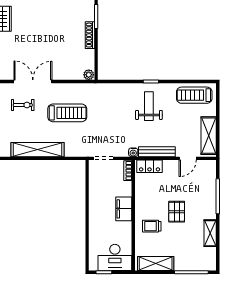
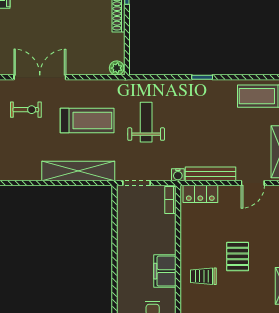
weight bench: (149, 106) -> (146, 122), moved
shelving: (37, 150) -> (78, 171), moved
filing cabinet: (124, 209) -> (165, 271), moved

